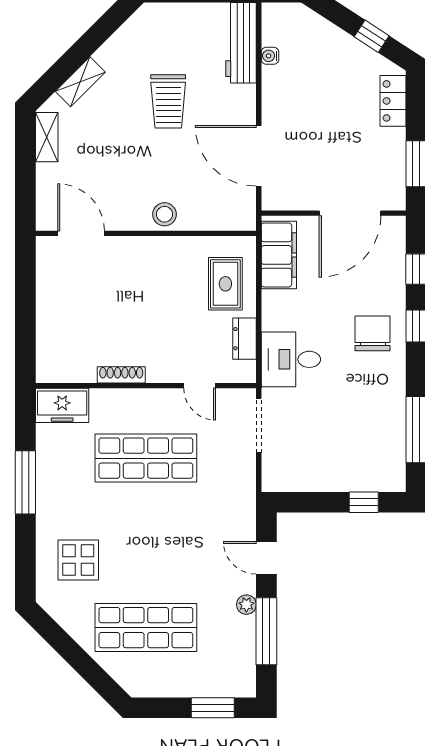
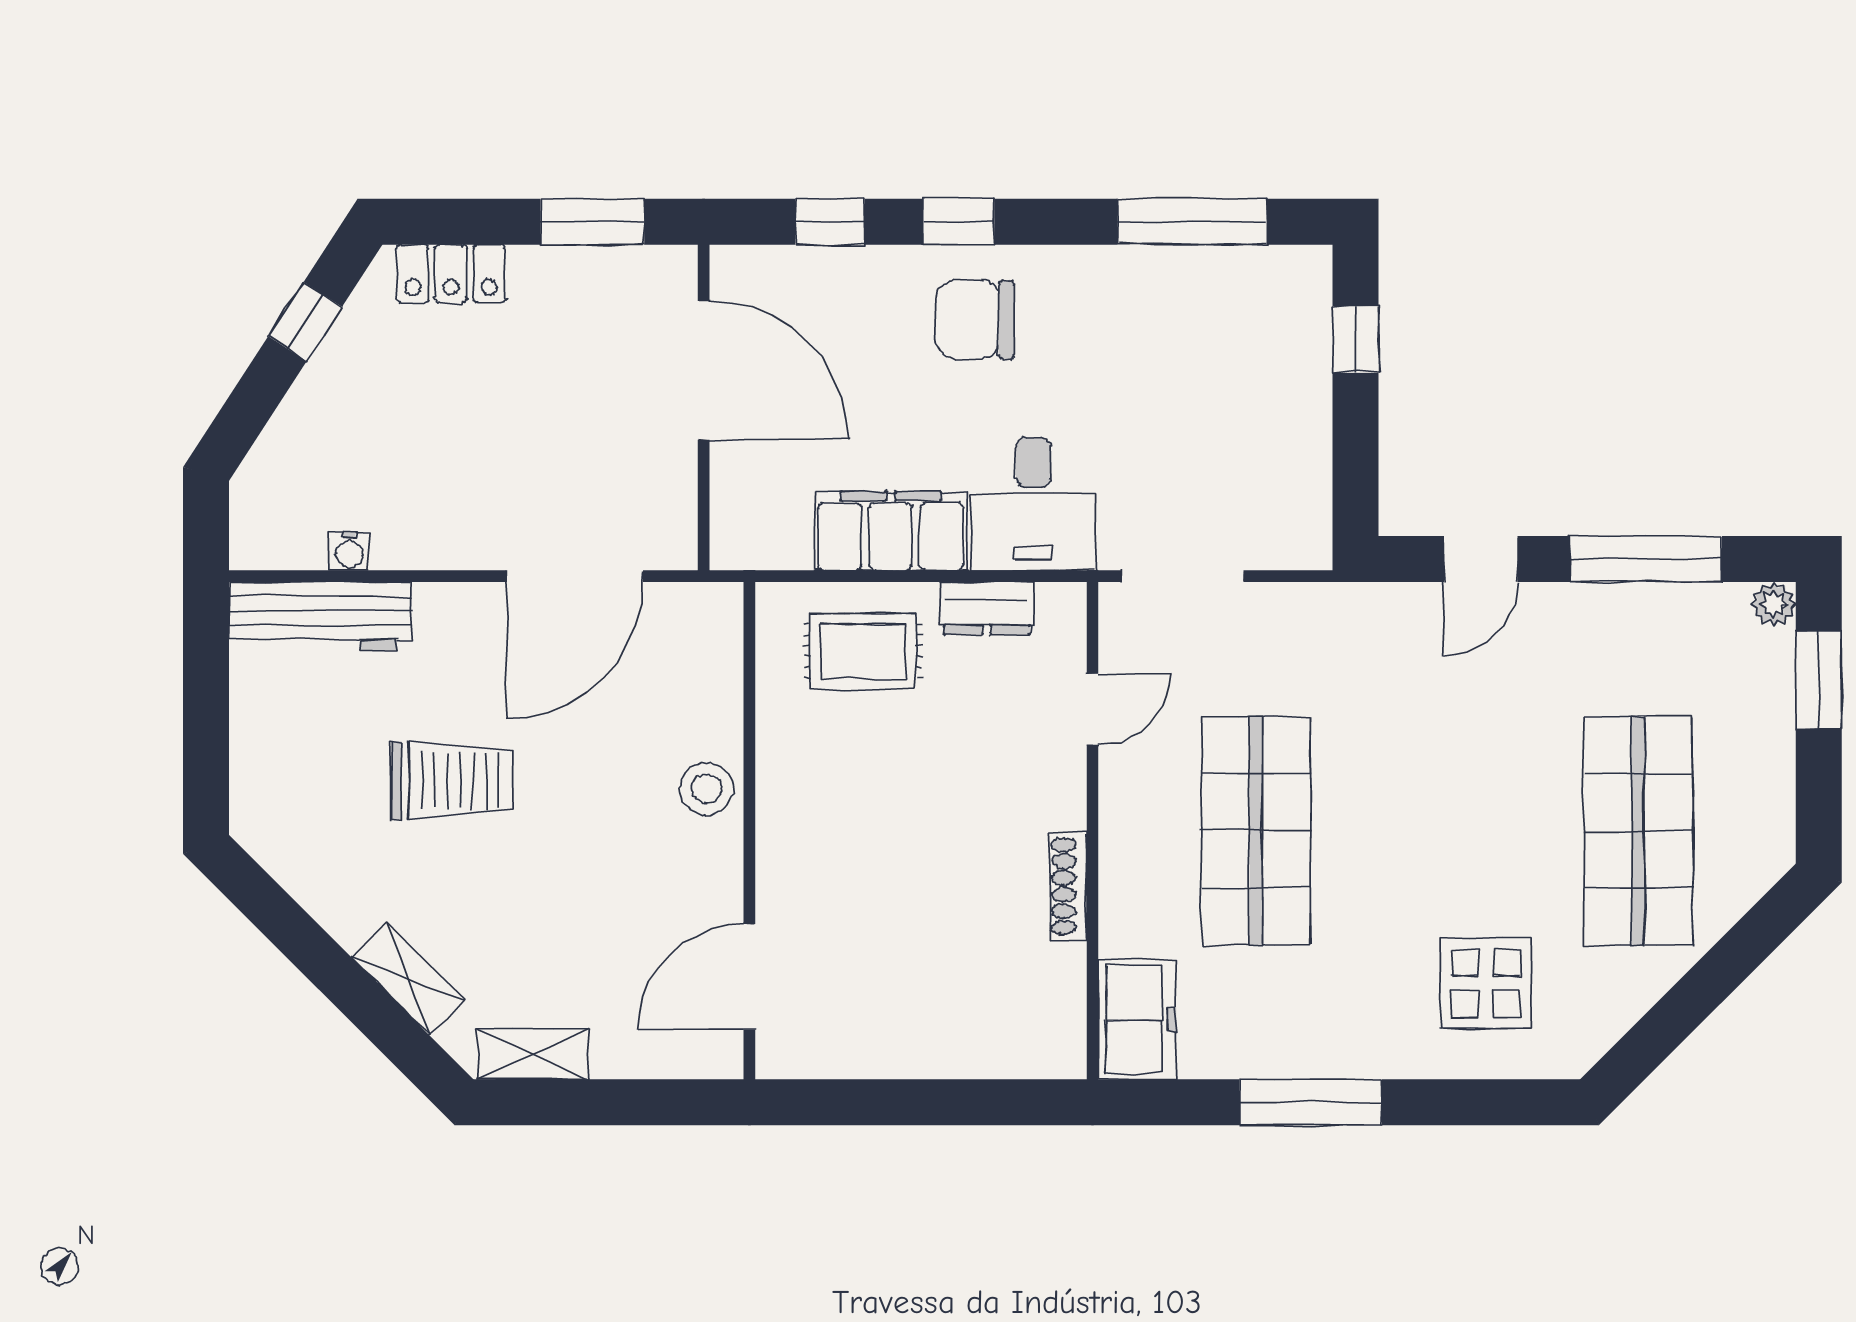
filing cabinet: (279, 255) -> (891, 531), moved
plant: (246, 605) -> (1774, 604), moved

